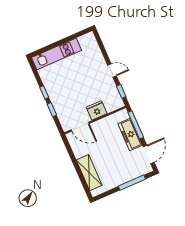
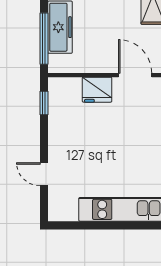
door: (112, 70) -> (44, 174), moved

